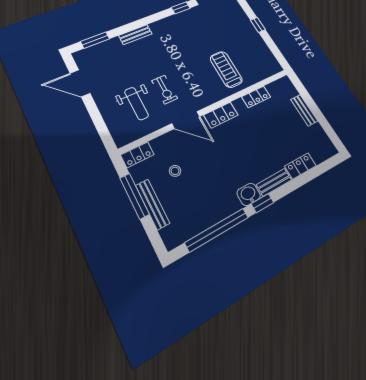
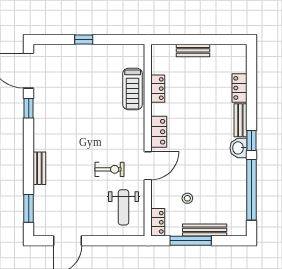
treadmill: (226, 69) -> (133, 89), moved, turned -90
weight bench: (136, 103) -> (123, 207), moved, turned 90

